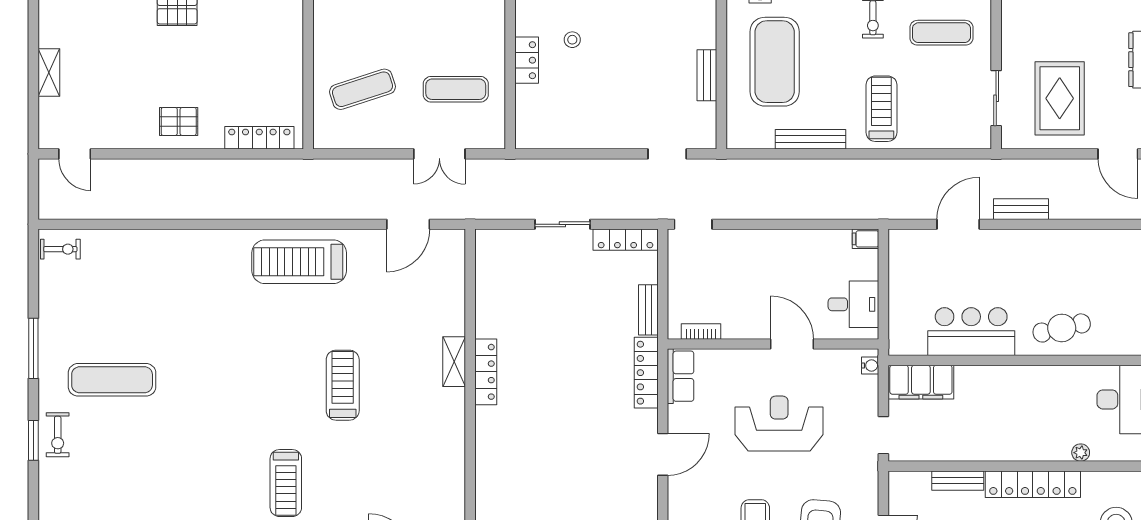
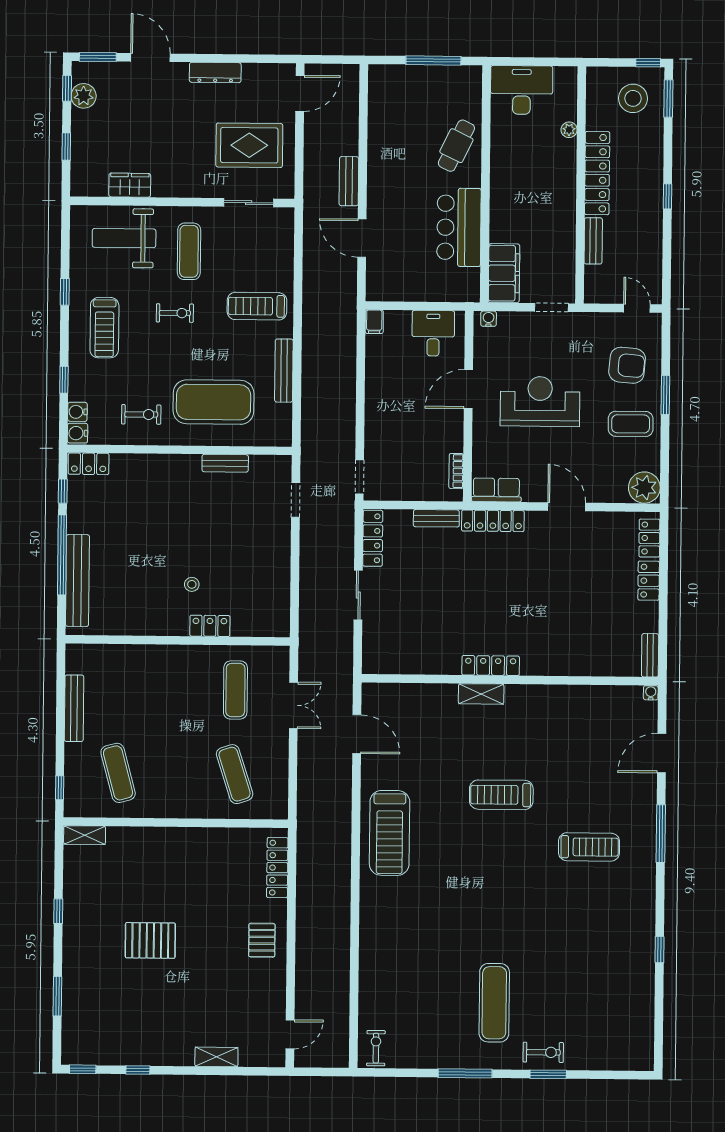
cafe table: (1062, 328) -> (456, 146), turned 39
reception desk: (779, 424) -> (540, 401), turned 90

